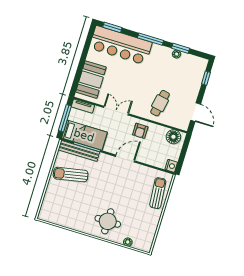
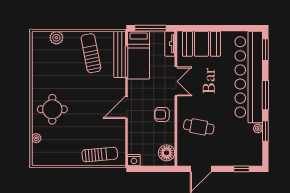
bar counter: (121, 45) -> (249, 77), width x1.36
door: (125, 159) -> (127, 107), swing flipped
plant: (49, 200) -> (56, 38), added

